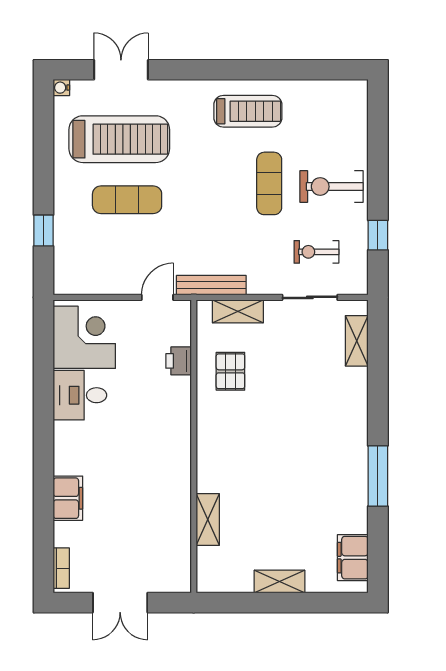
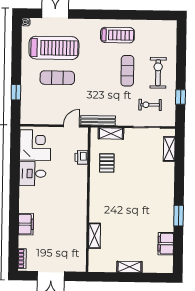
exercise bike: (332, 187) -> (158, 73), turned 90
window: (378, 476) -> (179, 216), width x0.69
filing cabinet: (353, 558) -> (166, 244), moved

